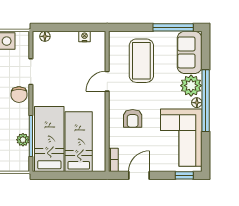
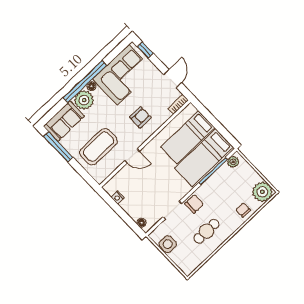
plant: (23, 140) -> (233, 162), moved
door: (139, 175) -> (173, 79), swing flipped

